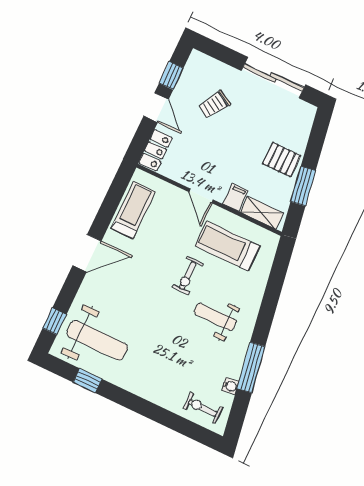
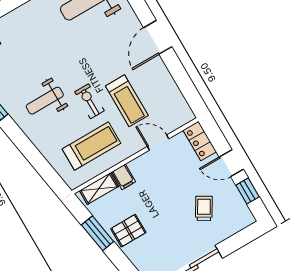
door: (201, 196) -> (158, 143), moved
treadmill: (133, 210) -> (127, 101), moved
weight bench: (215, 317) -> (45, 101), turned 180

